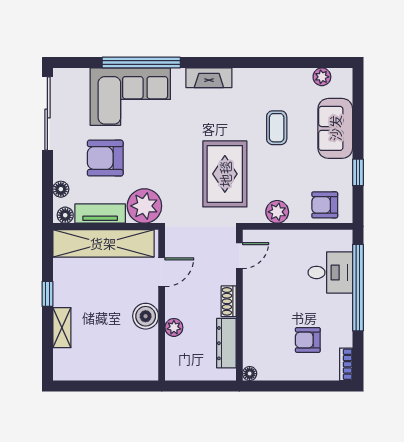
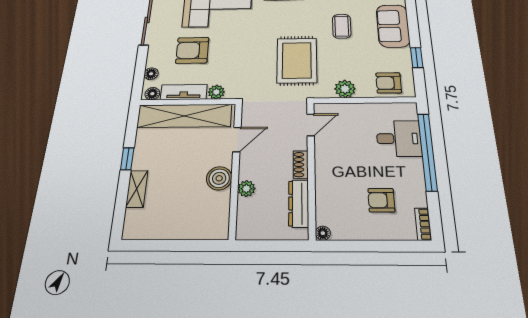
plant: (144, 206) -> (216, 92), width x0.53, depth x0.53

